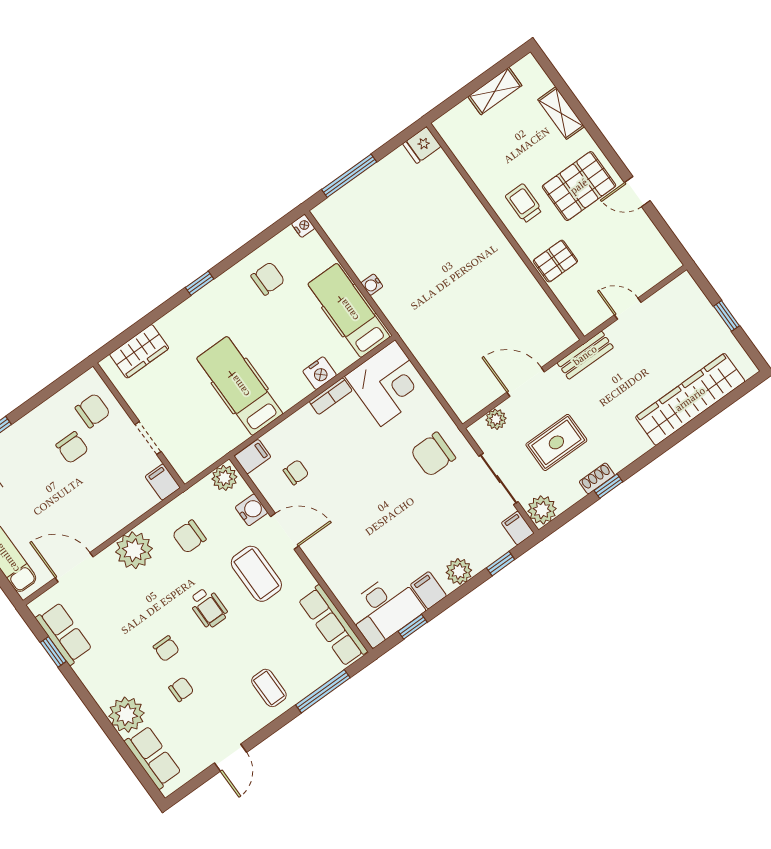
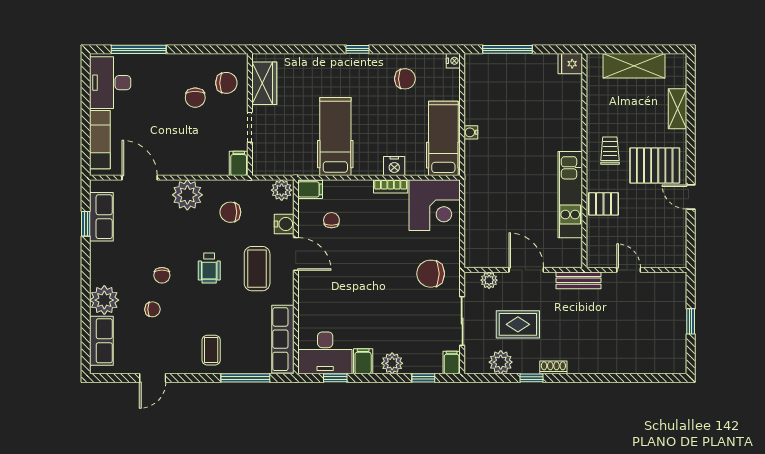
shelving: (495, 91) -> (634, 66), width x1.50, depth x1.33
kitchen unit: (516, 276) -> (570, 195), added
wardrobe: (139, 351) -> (264, 83), moved, turned -90
wardrobe: (690, 399) -> (627, 359), removed
chair: (296, 472) -> (331, 220), turned -90
shoe rack: (597, 478) -> (553, 367), moved
plant: (542, 510) -> (501, 362), moved

